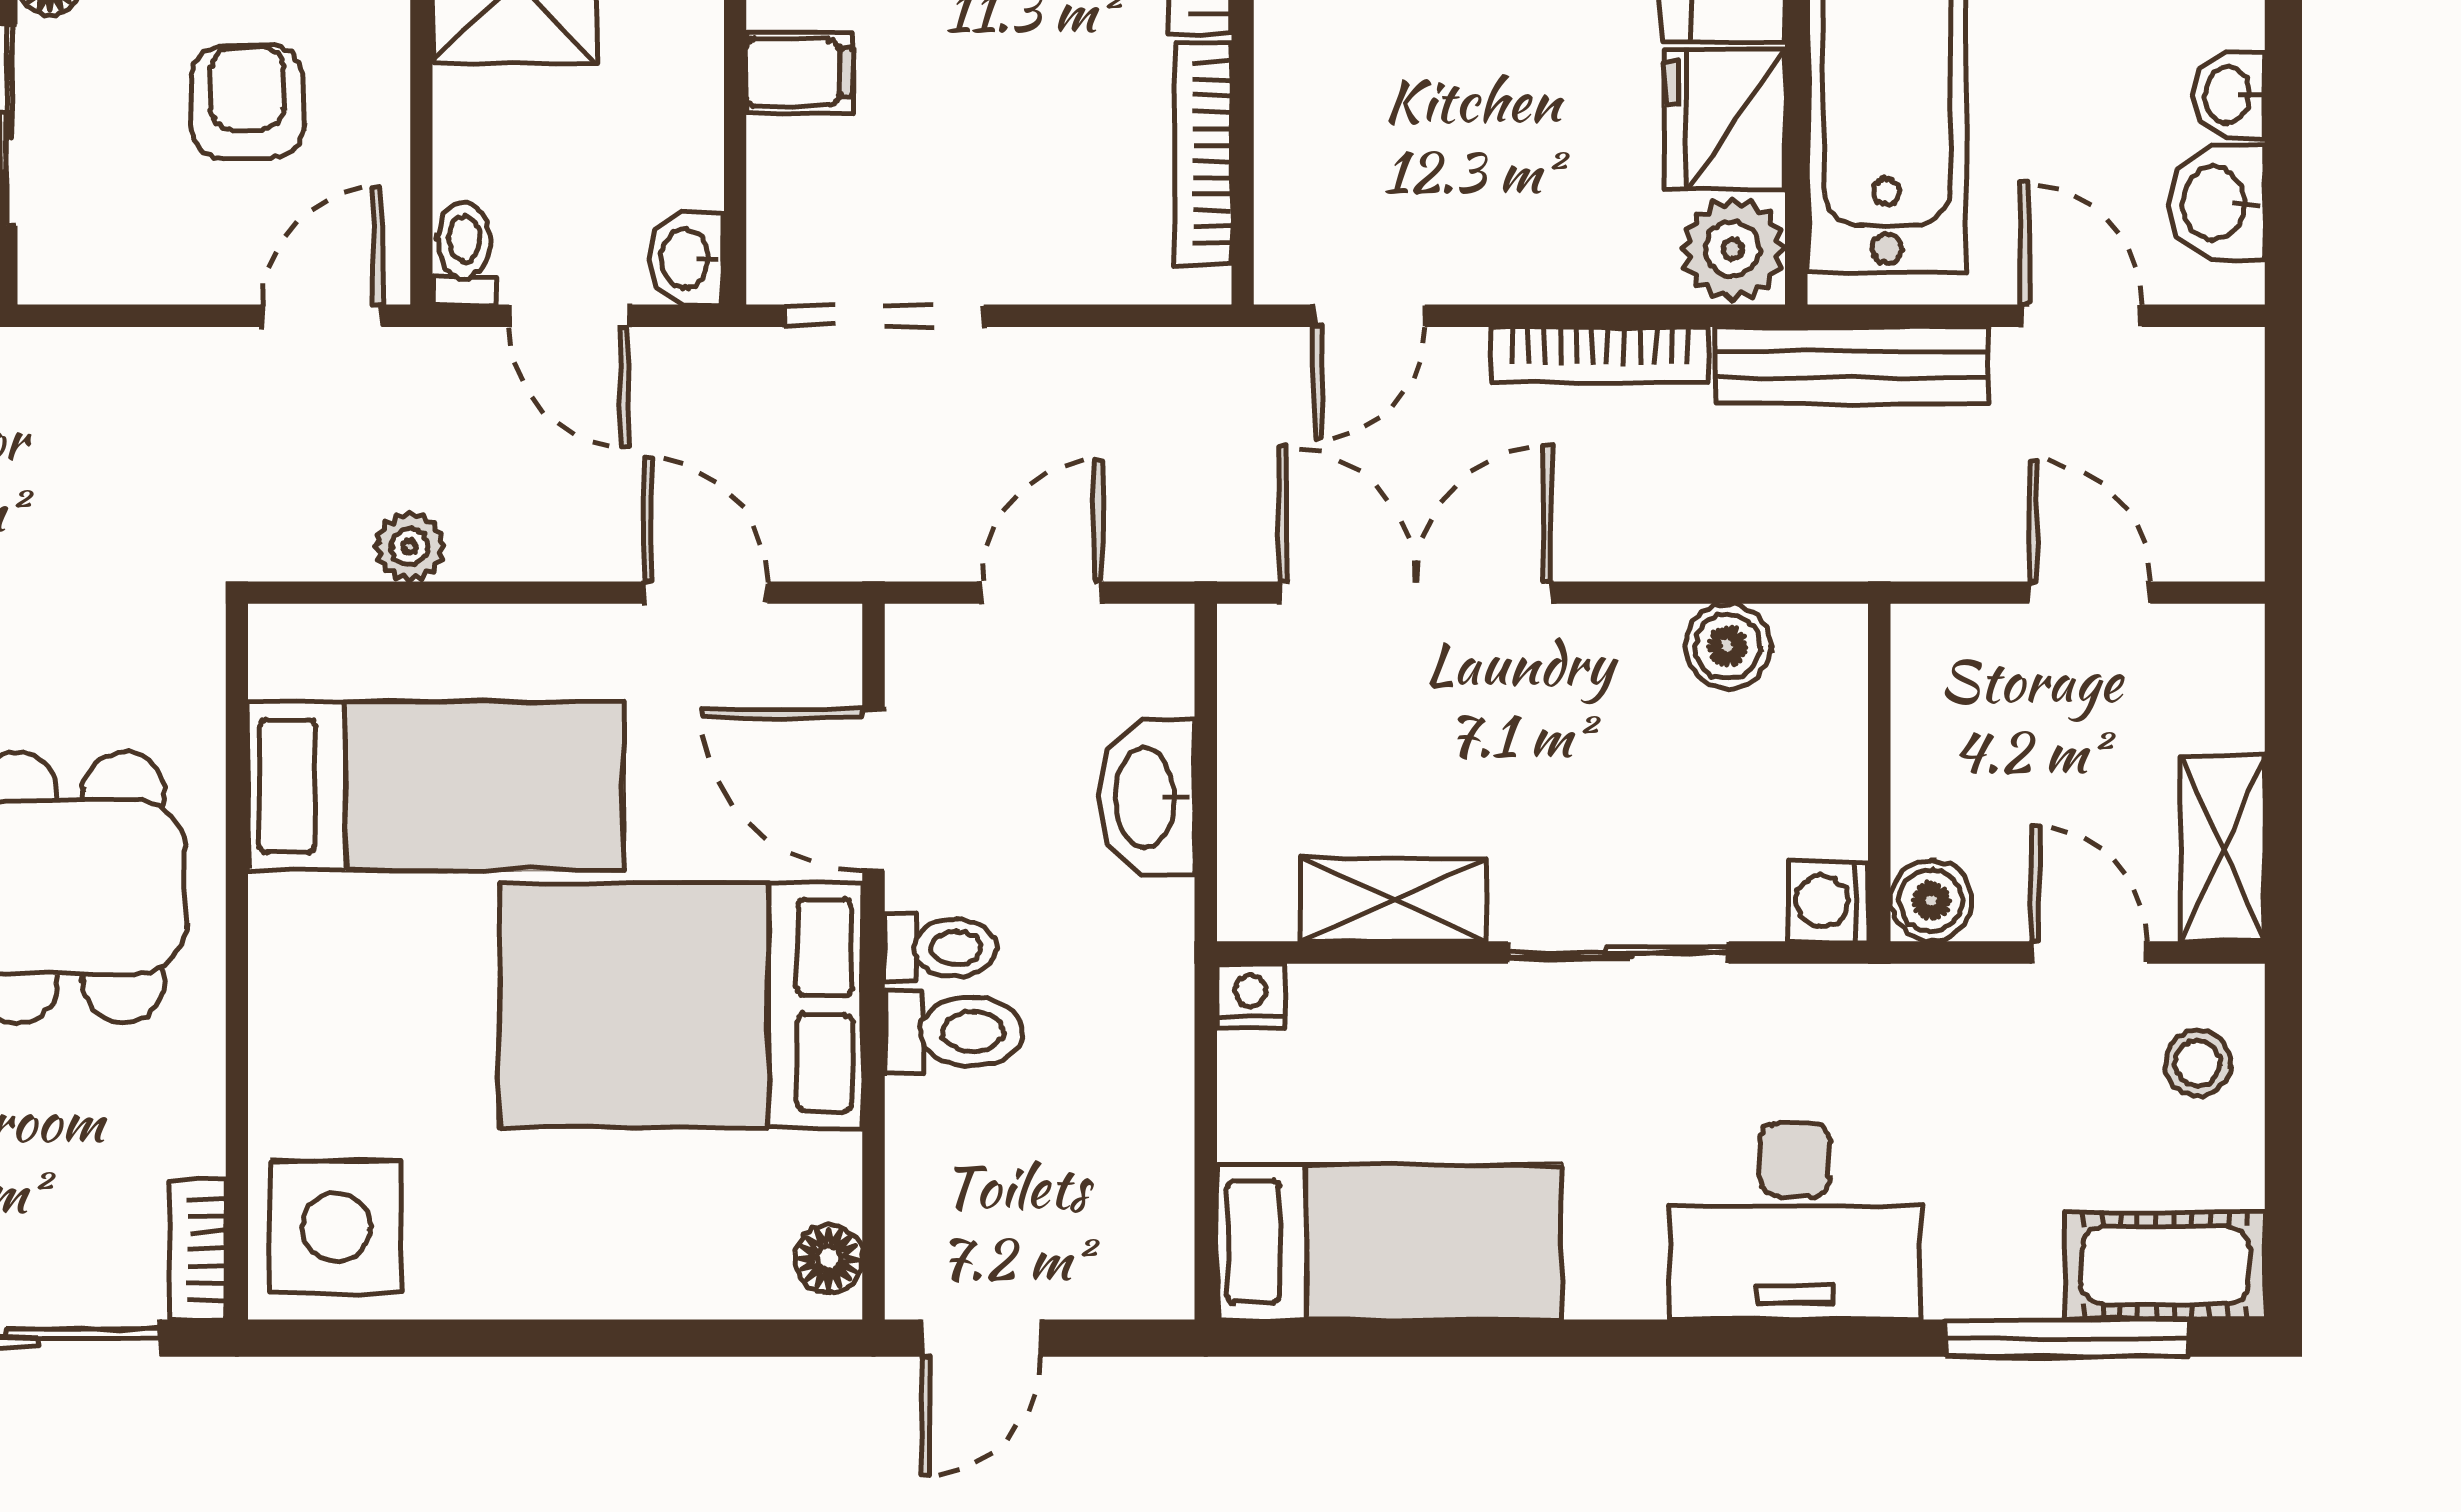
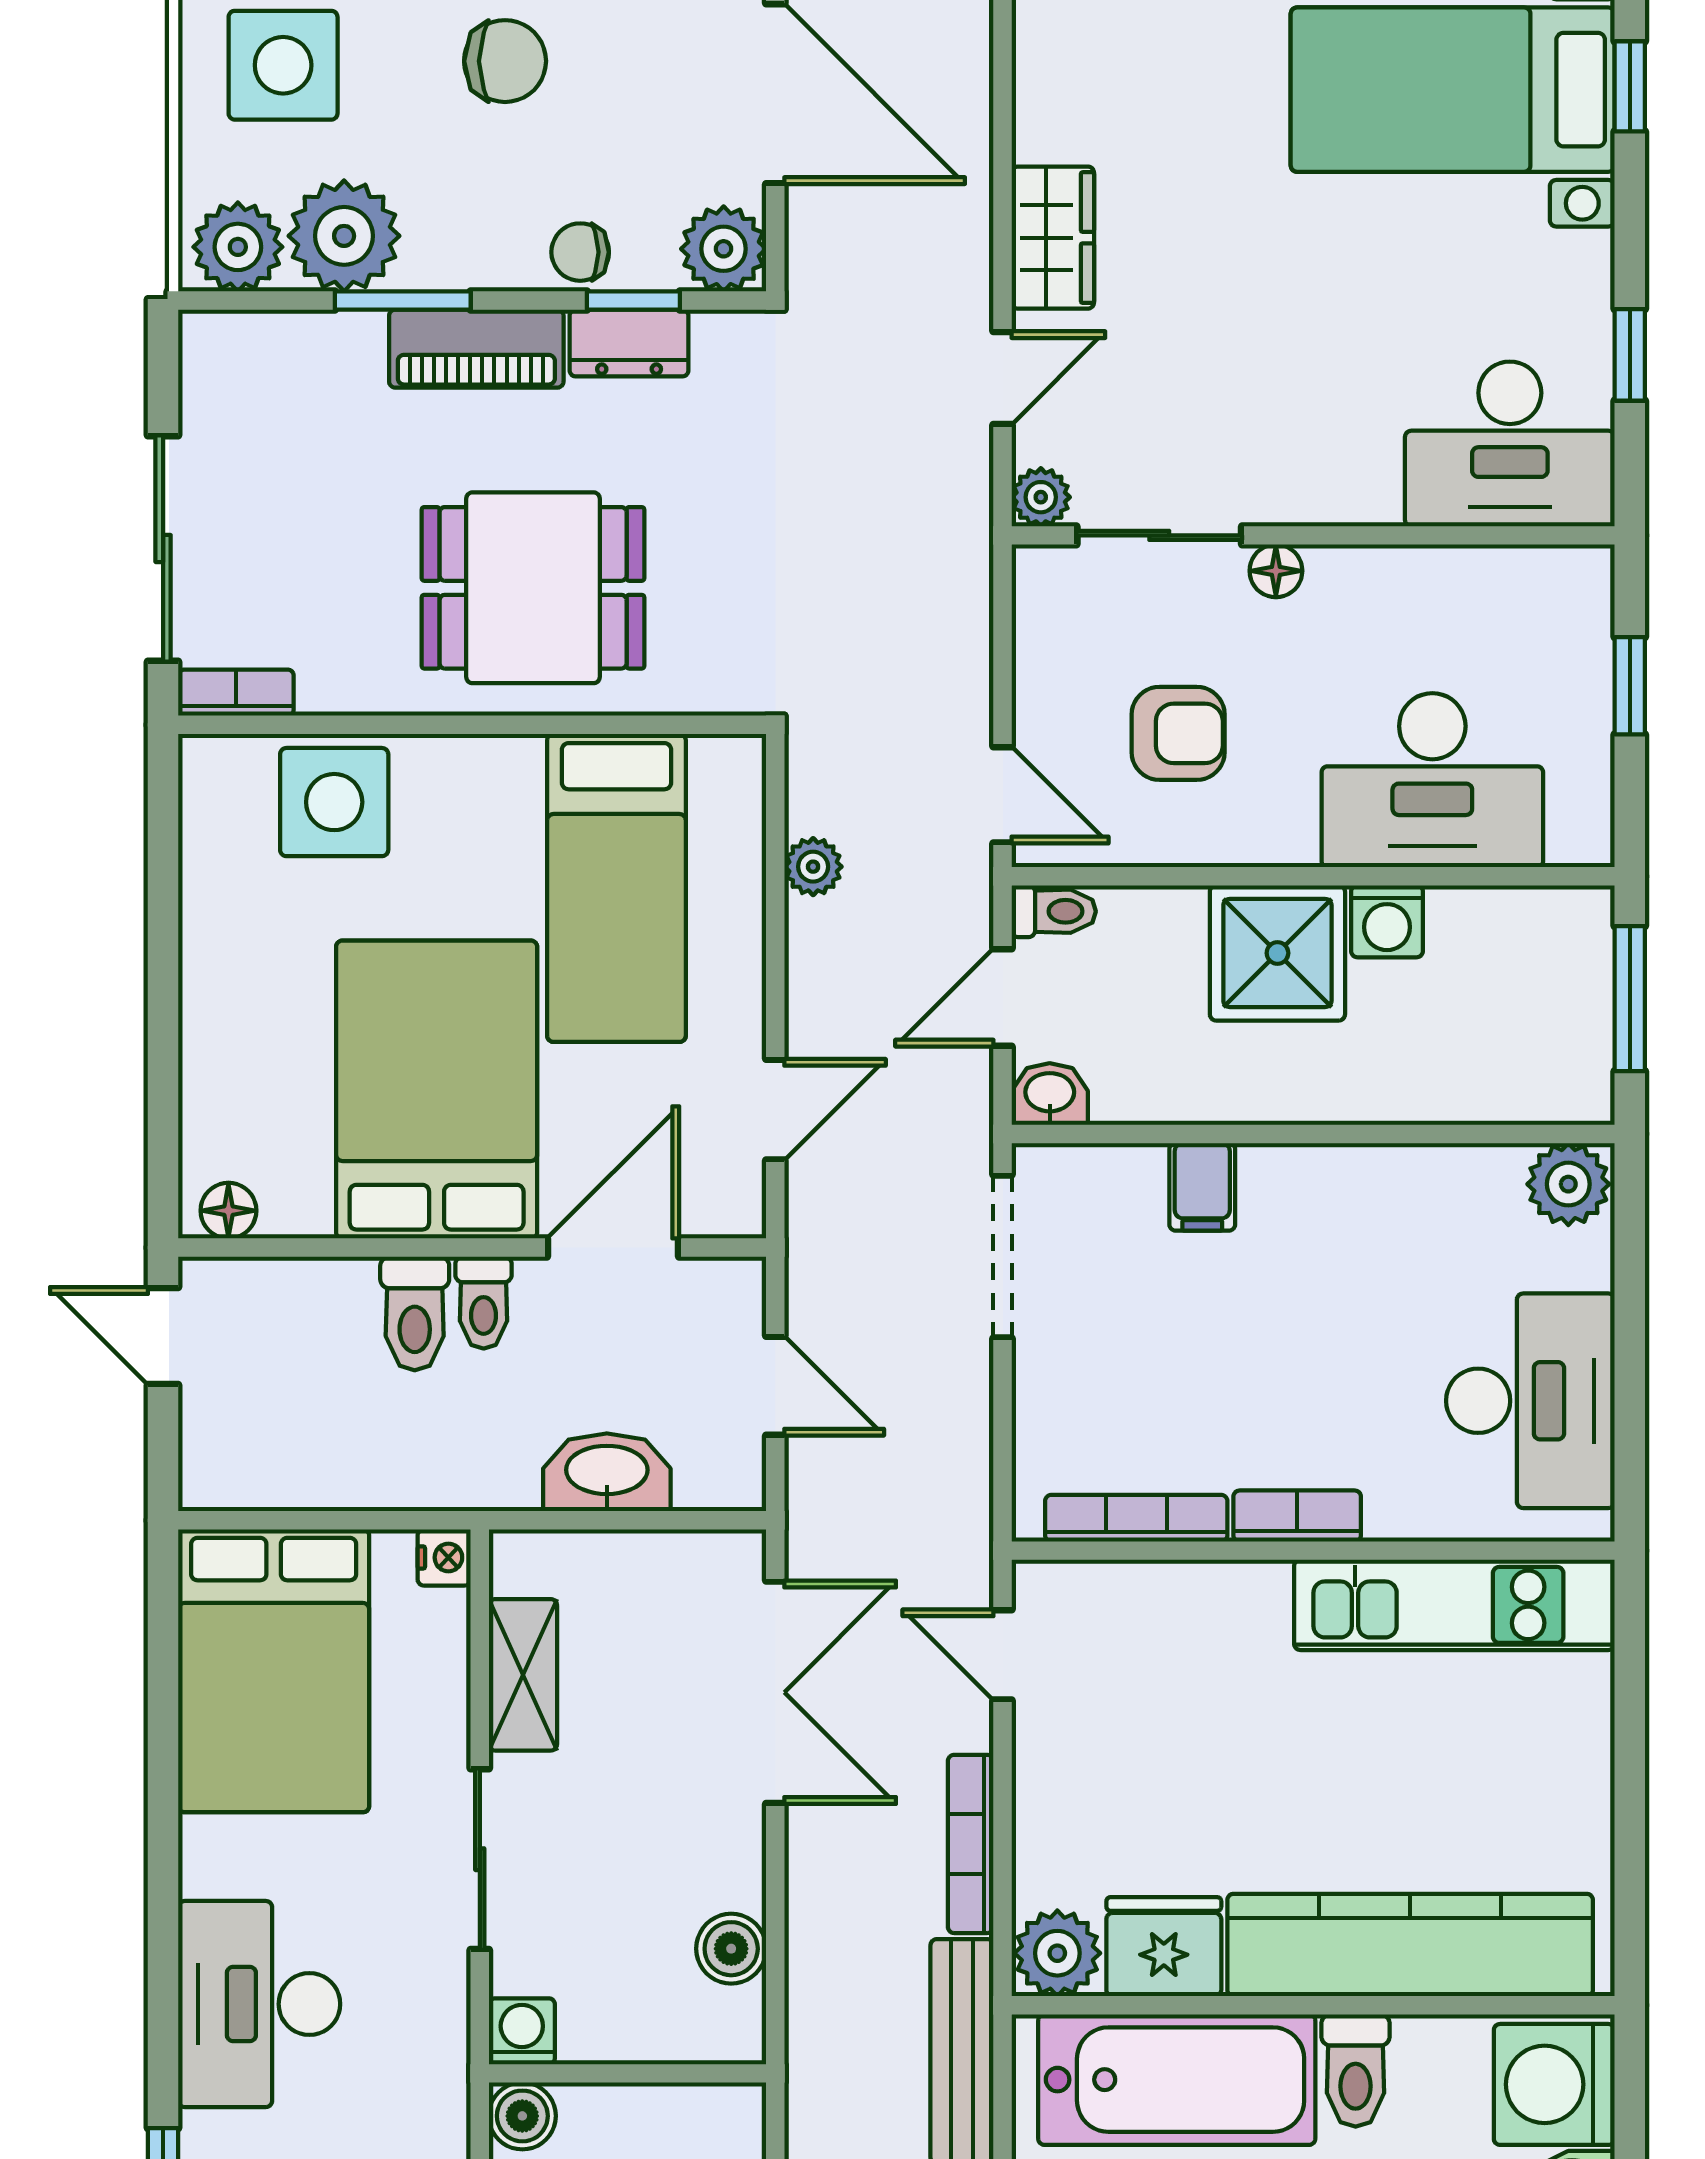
side table: (336, 1227) -> (334, 802), moved
bed: (1389, 1242) -> (274, 1671), width x1.50

